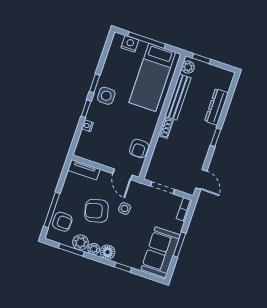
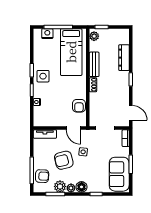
bench: (178, 97) -> (94, 64), width x0.73

